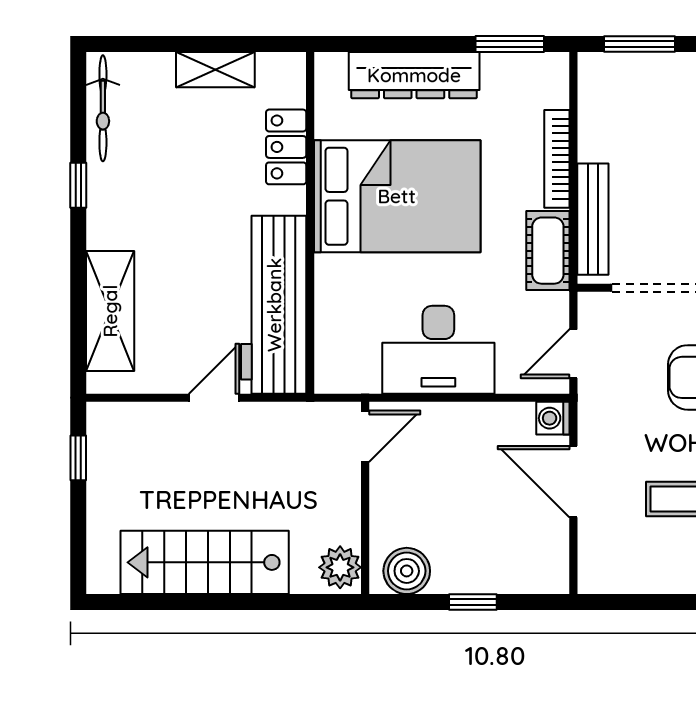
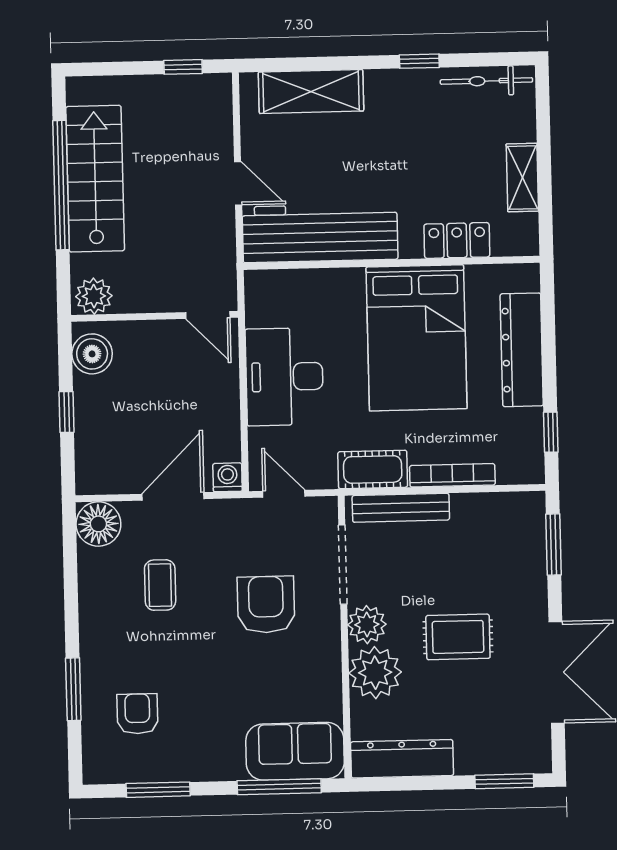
window: (510, 44) -> (551, 432), width x0.67
floor lamp: (603, 568) -> (98, 524), added
window: (211, 602) -> (61, 185), added

